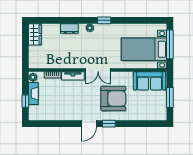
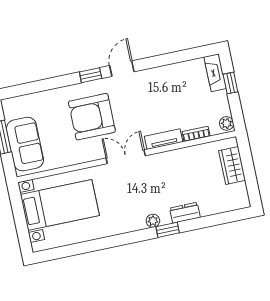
window: (104, 20) -> (168, 230), moved
wardrobe: (35, 34) -> (232, 166), moved
window: (170, 44) -> (20, 221), removed
sofa: (149, 81) -> (25, 144), moved, turned 90
fireplace: (33, 93) -> (215, 73), moved

